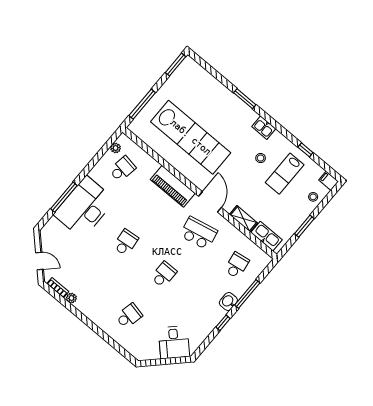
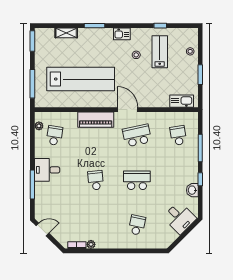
lab bench: (285, 174) -> (160, 52), turned 180
filing cabinet: (329, 181) -> (191, 33), removed
desk: (84, 207) -> (47, 170), width x0.53, depth x0.77
shelving: (244, 219) -> (66, 33), moved
door: (39, 261) -> (42, 229), moved
school desk: (164, 275) -> (137, 180), width x1.85
washbasin: (228, 301) -> (192, 190), moved

